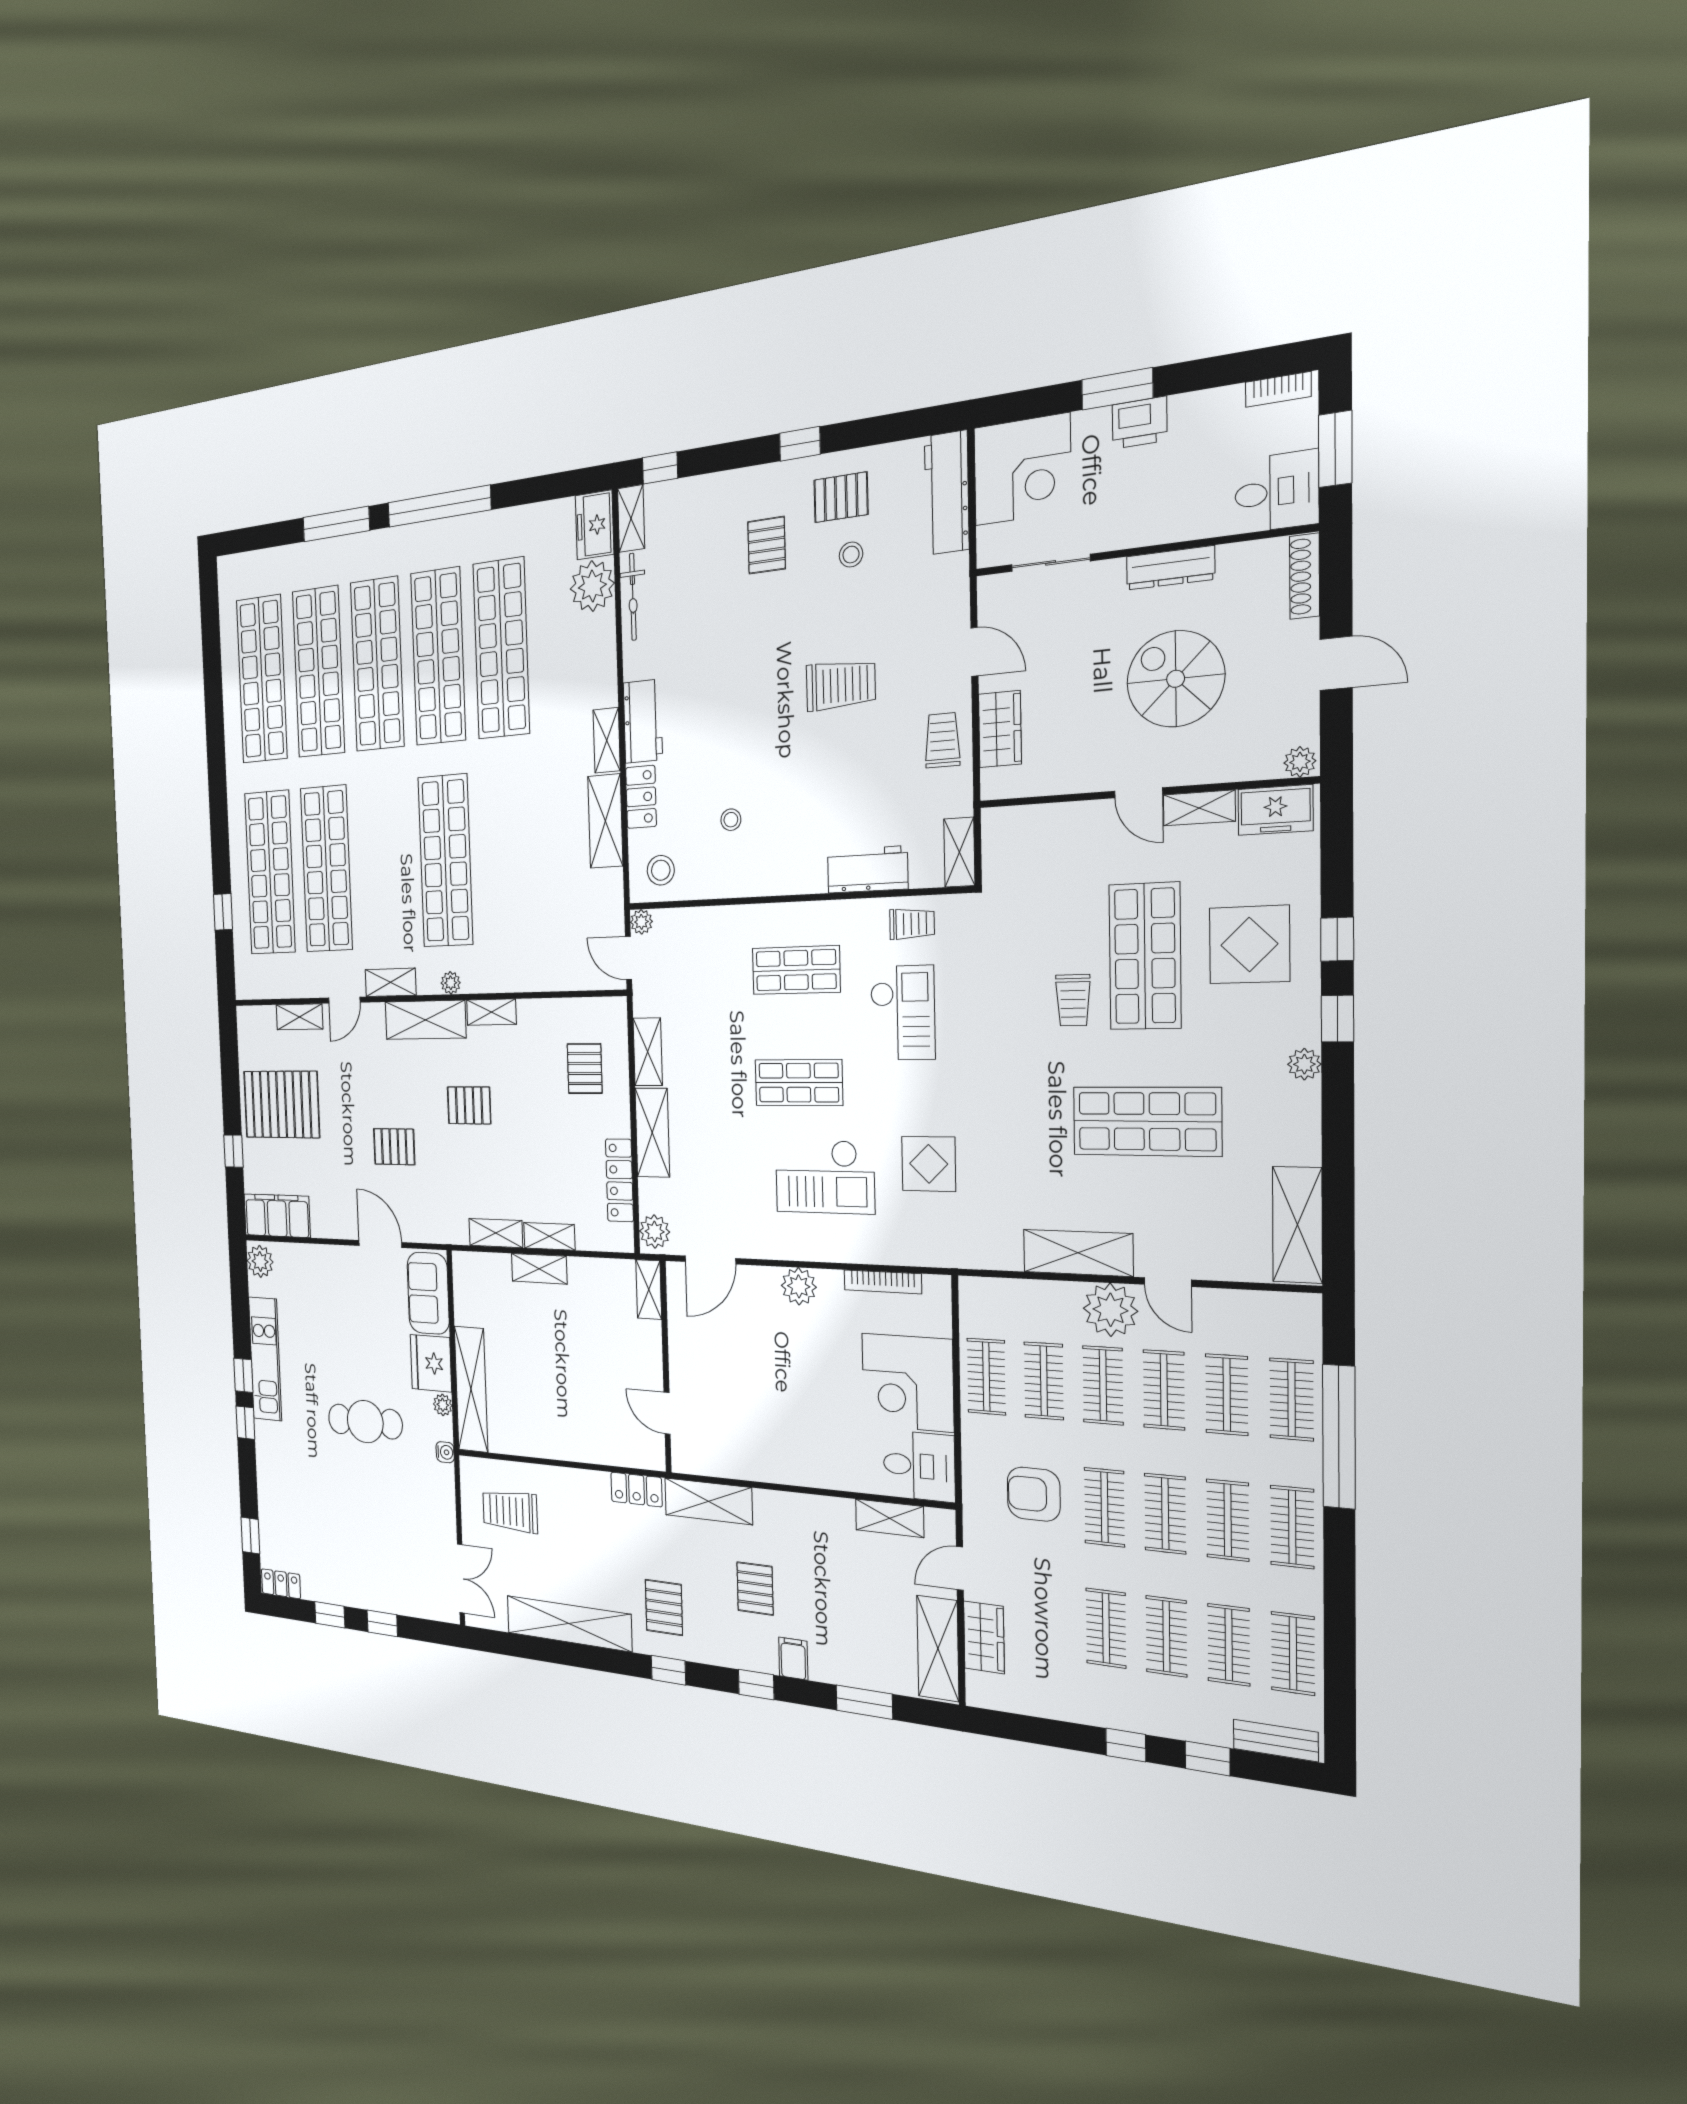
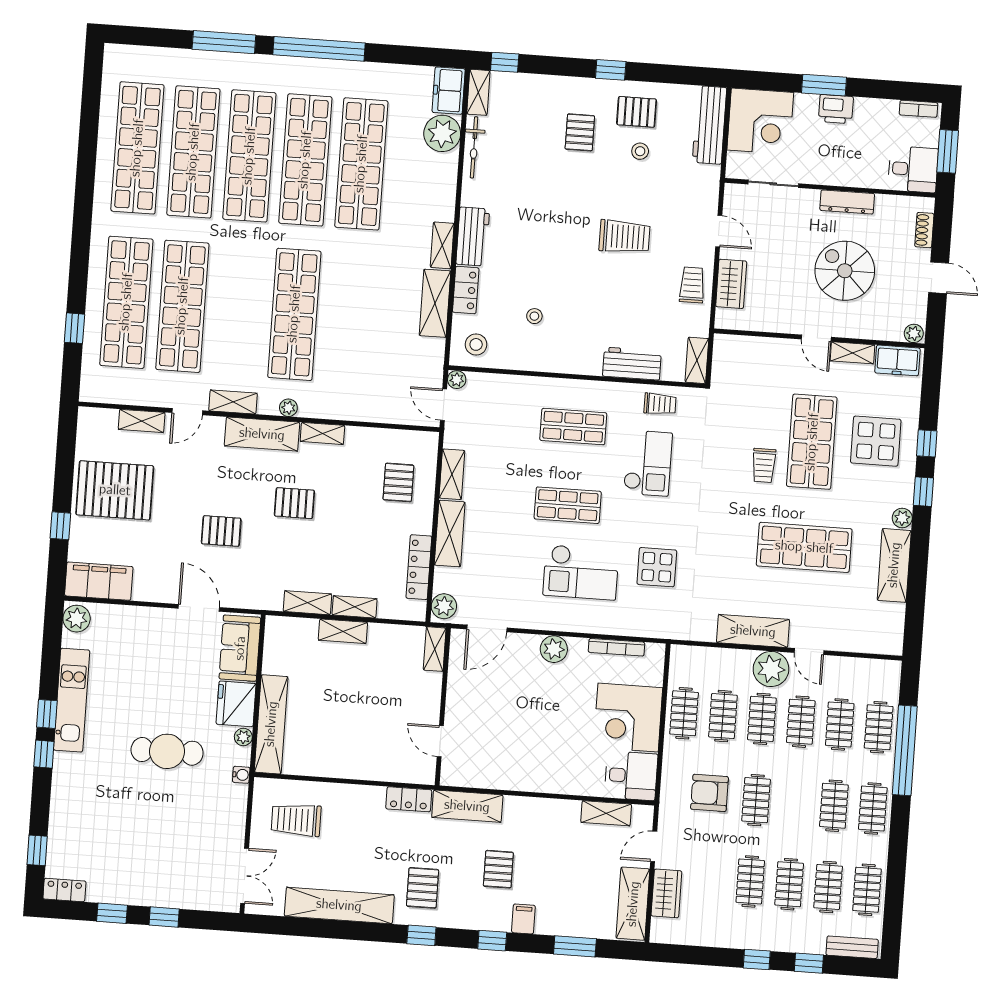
shoe rack: (1304, 576) -> (924, 230), width x0.70
shelving: (1297, 1225) -> (894, 565), moved
clothes rail: (1165, 1514) -> (795, 803), removed

